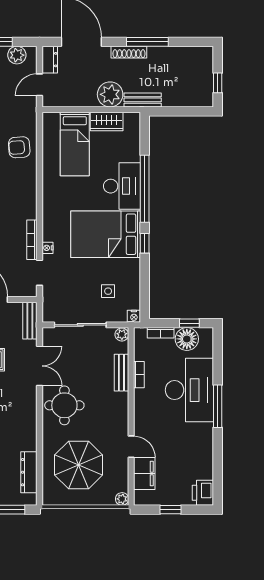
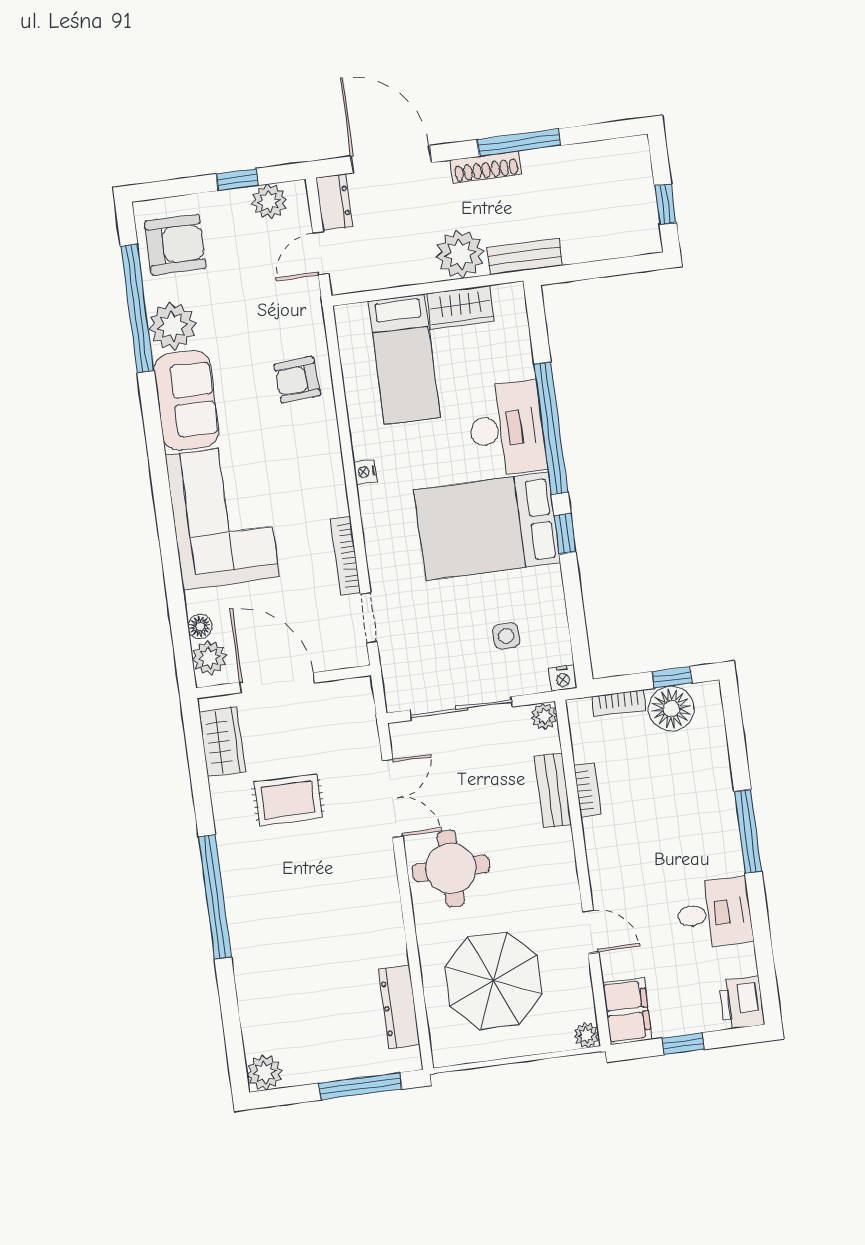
nightstand: (47, 248) -> (365, 472), moved
bench: (30, 321) -> (362, 713), removed
desk: (189, 390) -> (714, 913), moved, width x0.53, depth x0.77
filing cabinet: (144, 474) -> (627, 1011), moved

